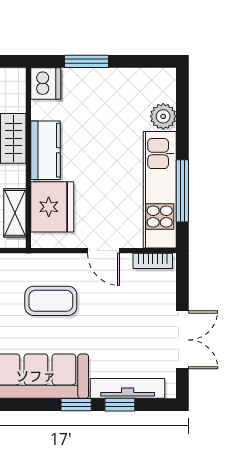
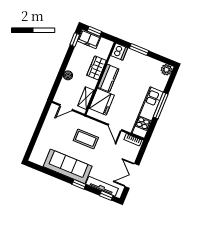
plant: (163, 116) -> (166, 70), moved
window: (182, 191) -> (161, 106), moved
double door: (182, 340) -> (132, 176), swing flipped
window: (120, 405) -> (106, 196), moved

